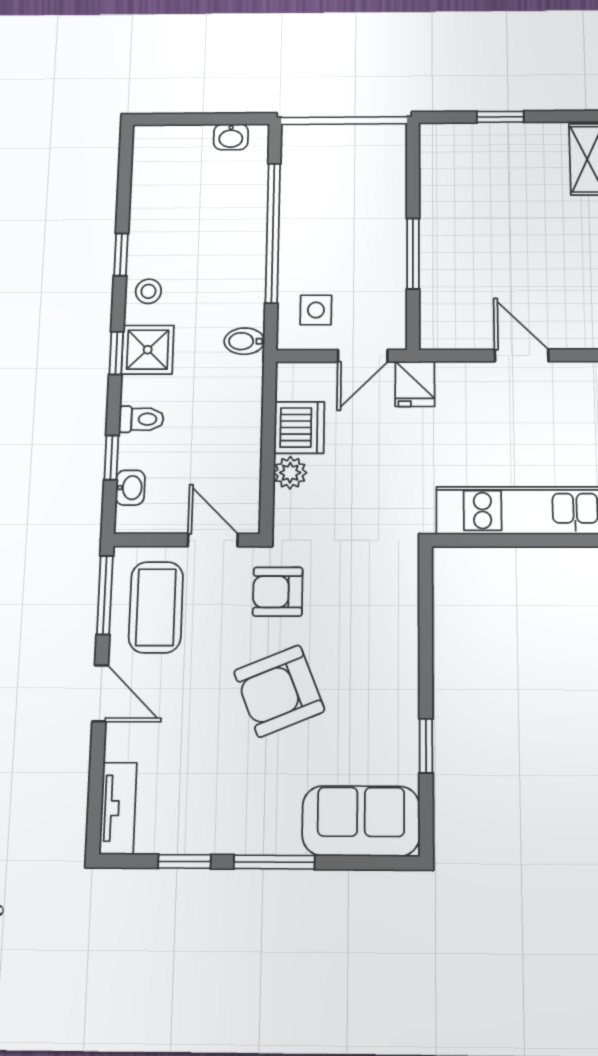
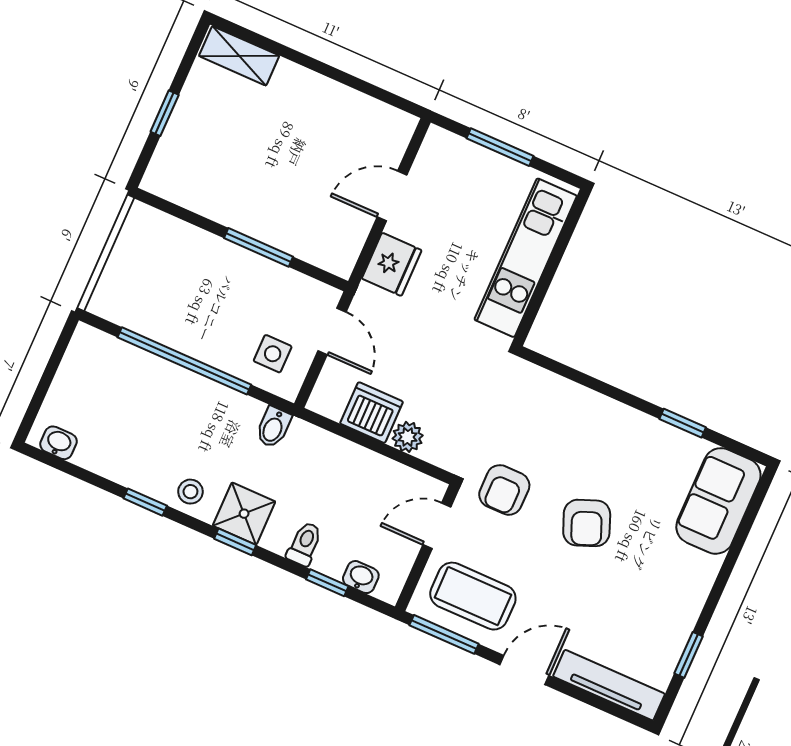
washbasin: (231, 137) -> (59, 443), moved, turned -90
fridge: (415, 384) -> (392, 264), moved, width x1.38
armchair: (279, 691) -> (587, 523), width x0.72, depth x0.72
tv unit: (118, 808) -> (609, 685), width x1.41
window: (274, 862) -> (720, 584), removed

